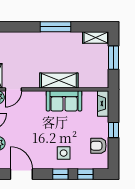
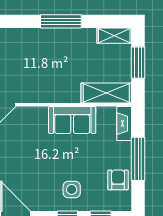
shelving: (59, 81) -> (106, 93), moved
window: (113, 130) -> (138, 159), width x2.17
armchair: (98, 146) -> (118, 180), turned 90

